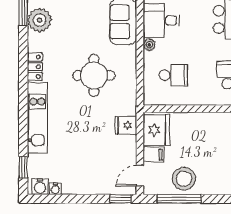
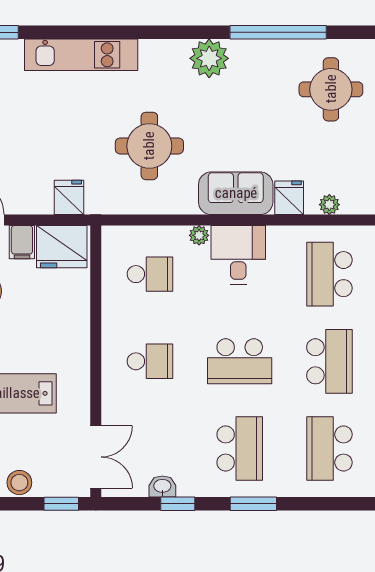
plant: (40, 20) -> (209, 58), moved
locker: (35, 67) -> (163, 51), removed
school desk: (173, 75) -> (150, 274), turned -90

